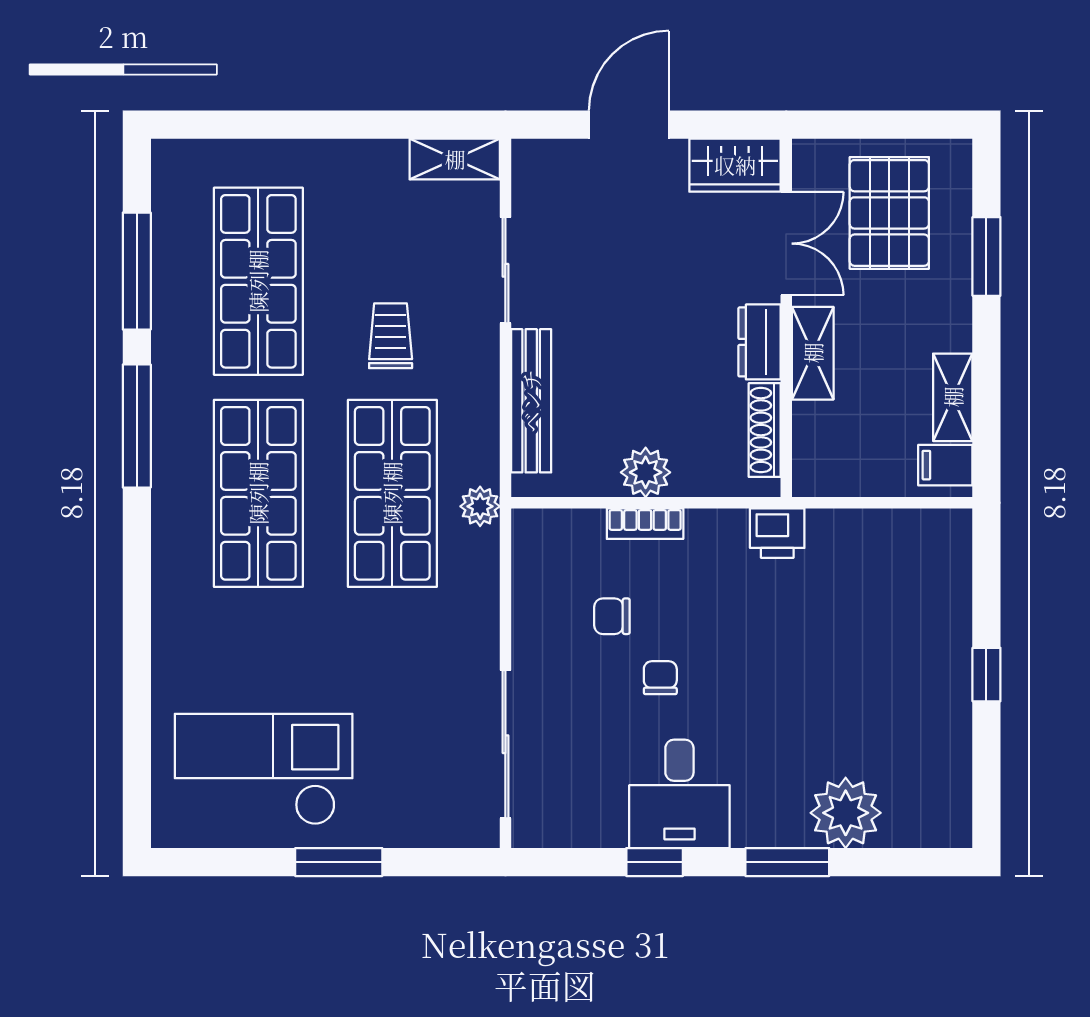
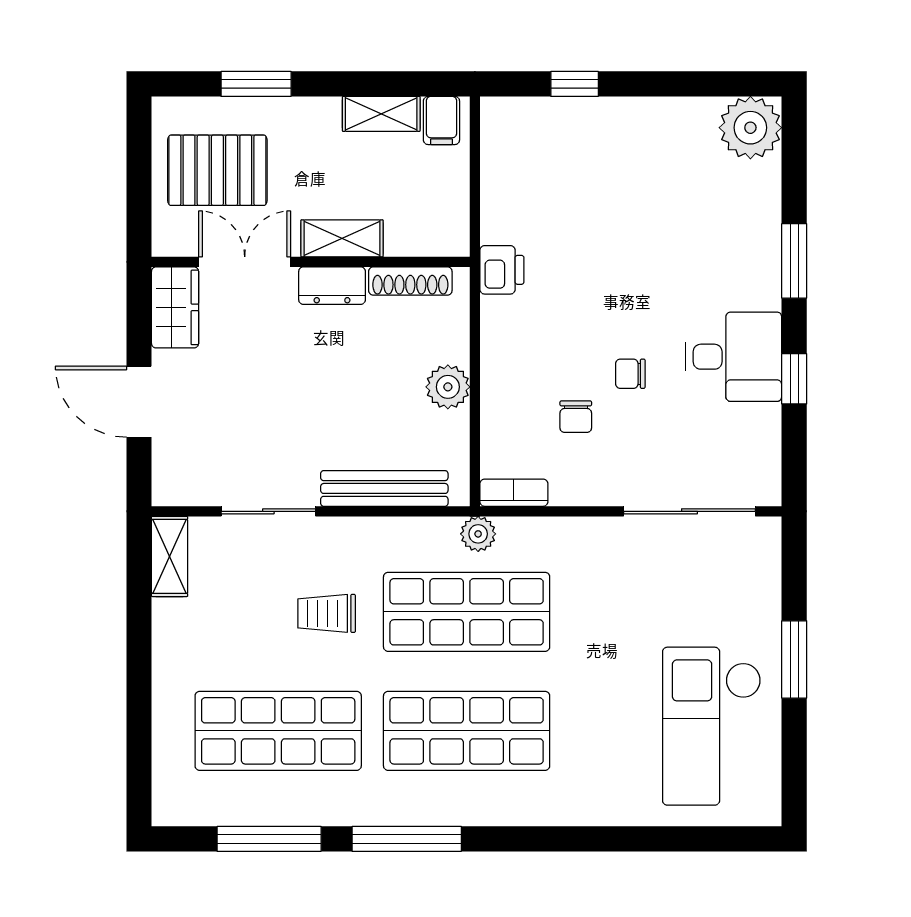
bookcase: (645, 524) -> (514, 493), moved, turned -90
window: (986, 675) -> (575, 84), moved
plant: (846, 813) -> (750, 128), moved

